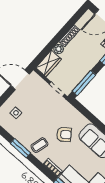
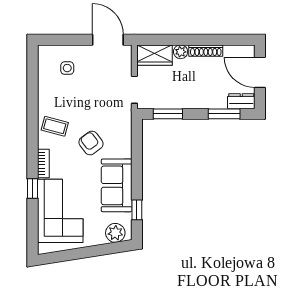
window: (84, 83) -> (168, 114), width x0.69
armchair: (64, 135) -> (91, 143), turned 180
window: (20, 148) -> (32, 108), removed

